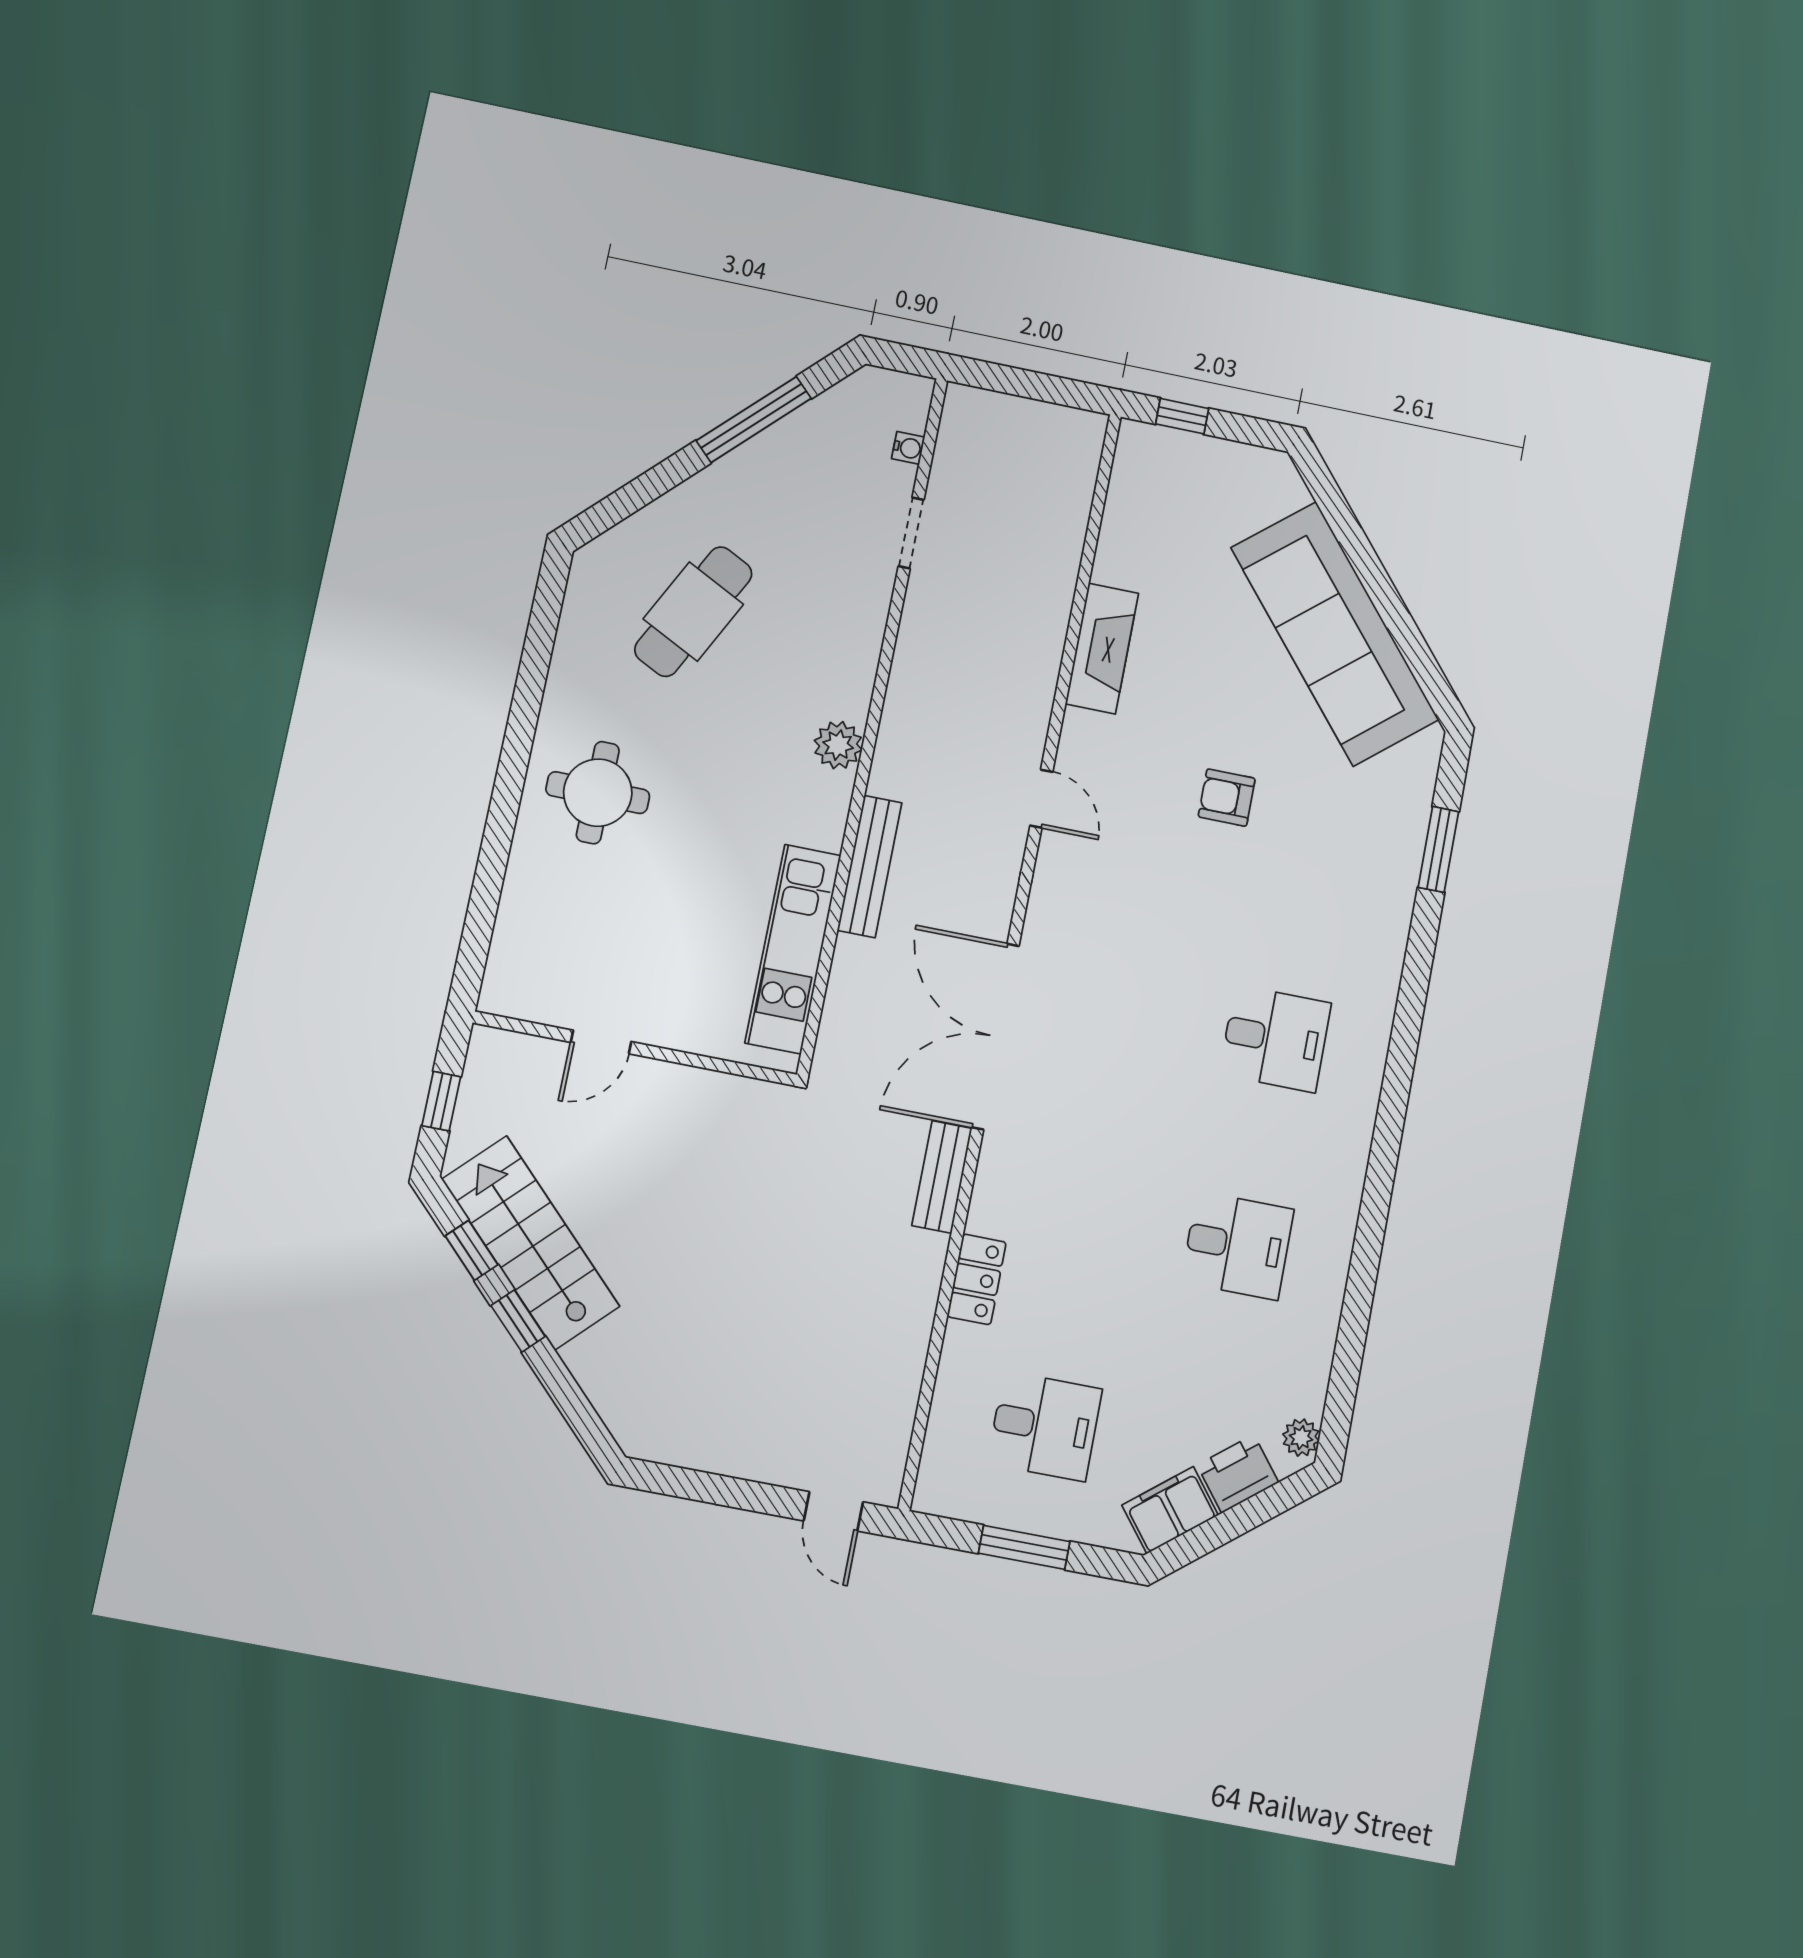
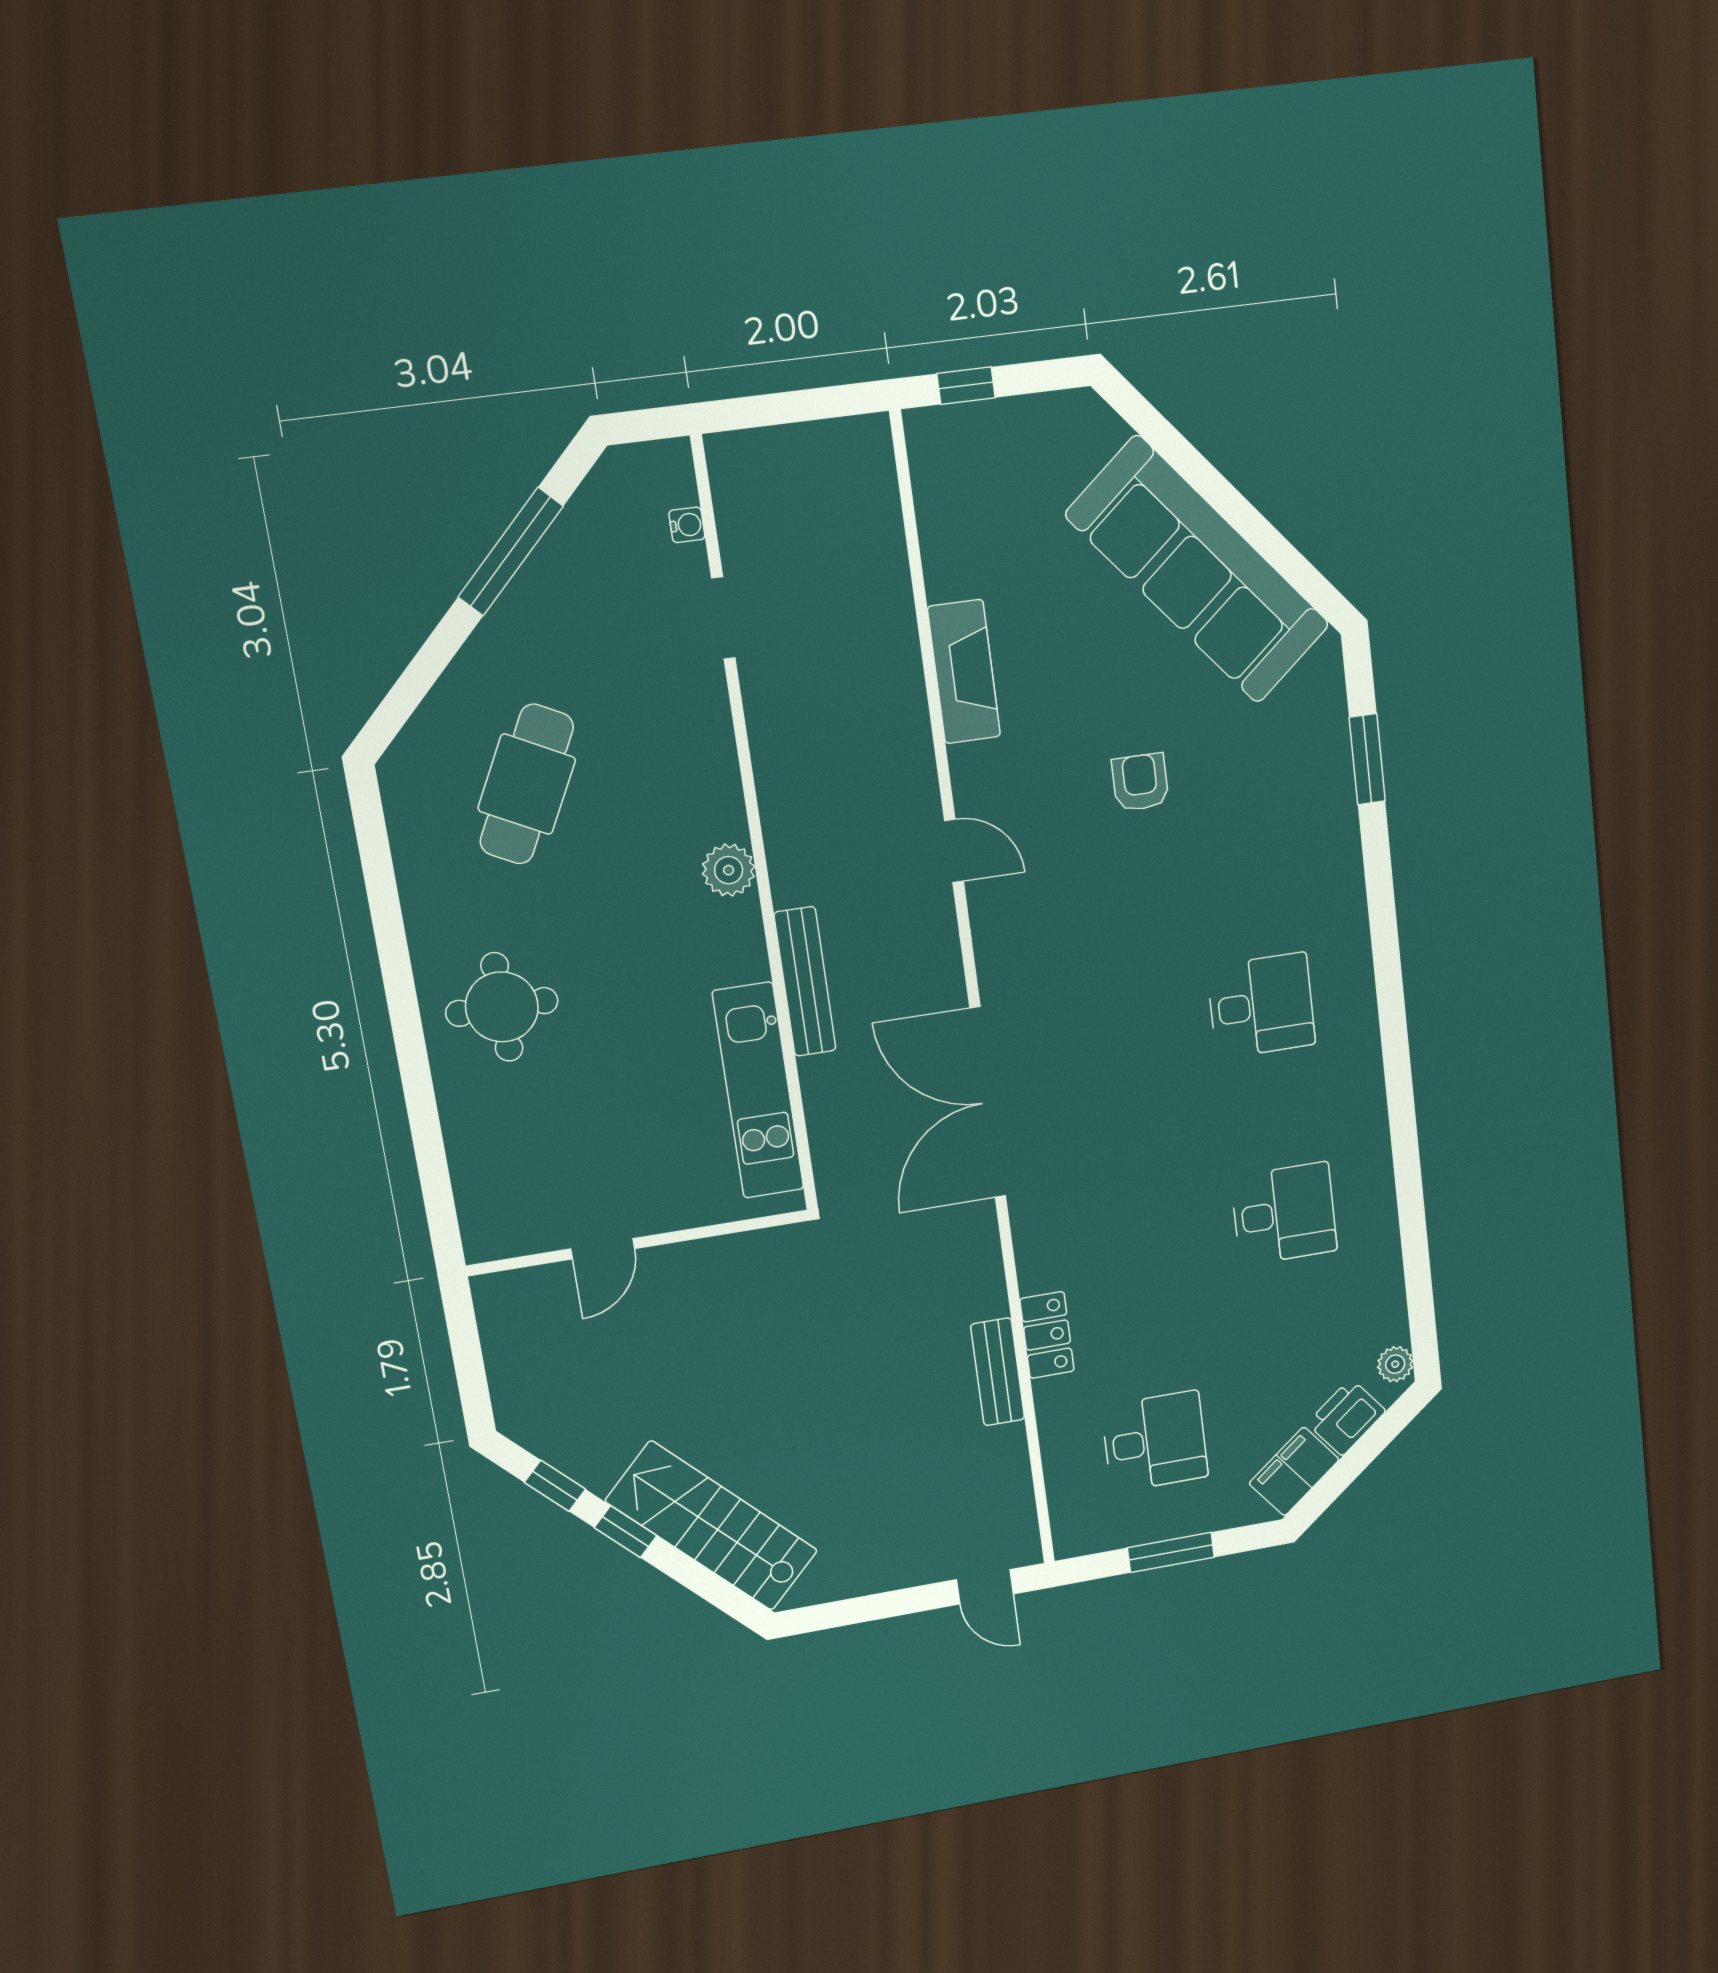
armchair: (1227, 798) -> (1140, 782), turned 90
window: (441, 1101) -> (468, 1361), removed
bench: (942, 1177) -> (998, 1372), moved
stairs: (531, 1243) -> (712, 1526), moved

